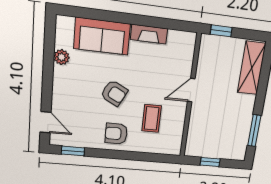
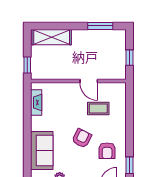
fireplace: (149, 34) -> (36, 102), moved
door: (191, 90) -> (89, 81), moved
armchair: (116, 134) -> (107, 151), moved

